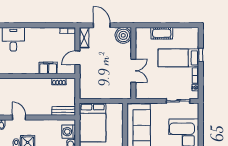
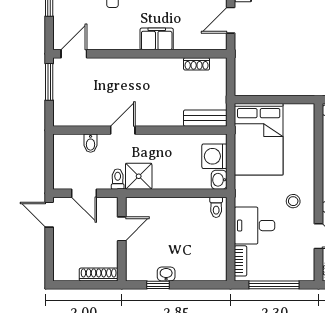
filing cabinet: (48, 68) -> (157, 39), moved
door: (19, 117) -> (123, 130), hinge flipped

